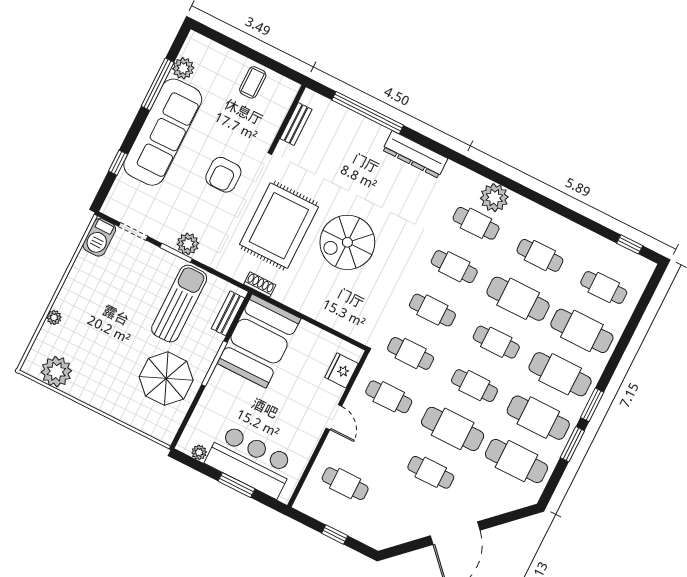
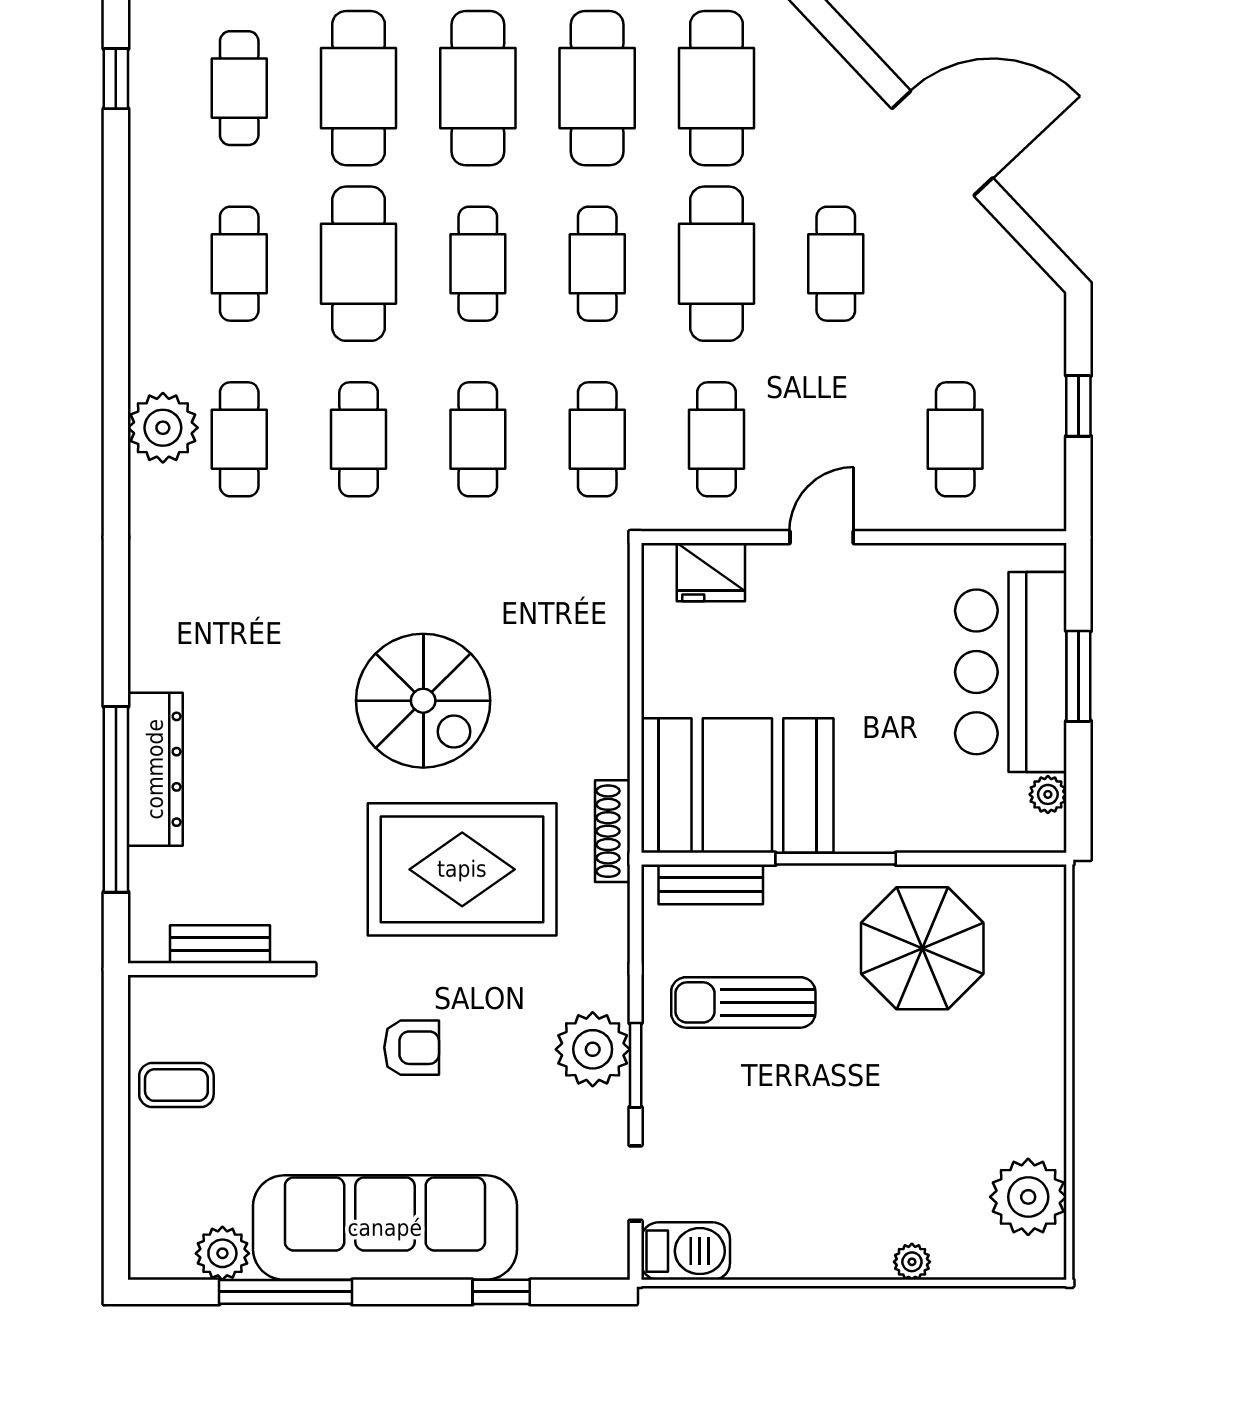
dresser: (415, 154) -> (155, 769), moved
armchair: (223, 175) -> (412, 1048), width x0.72, depth x0.72
plant: (188, 244) -> (593, 1049), width x1.36, depth x1.36
shoe rack: (260, 285) -> (612, 831), width x1.43
sun lounger: (179, 304) -> (743, 1002), width x0.73, depth x0.75

